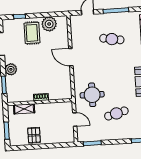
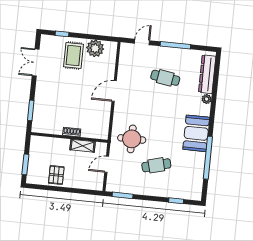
door: (71, 57) -> (114, 91), hinge flipped
plant: (11, 69) -> (42, 94), removed
shelving: (24, 109) -> (83, 146), moved
door: (75, 119) -> (107, 164), swing flipped

